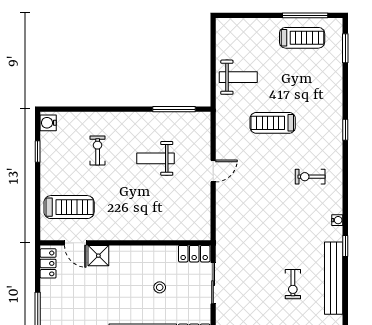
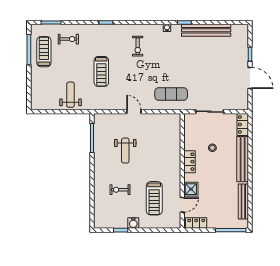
water cooler: (48, 123) -> (133, 223), moved
treadmill: (69, 207) -> (154, 198), moved, turned 180
exercise mat: (239, 226) -> (171, 94), added
locker: (194, 254) -> (190, 162), moved
exercise bike: (293, 284) -> (68, 39), moved

